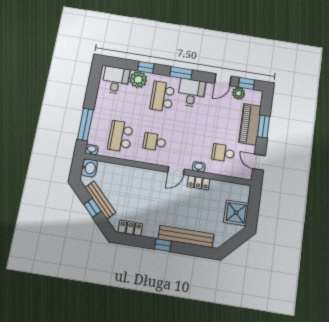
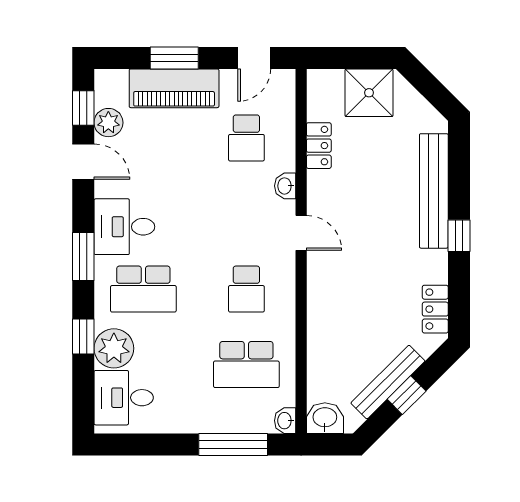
locker: (198, 183) -> (319, 146), moved

